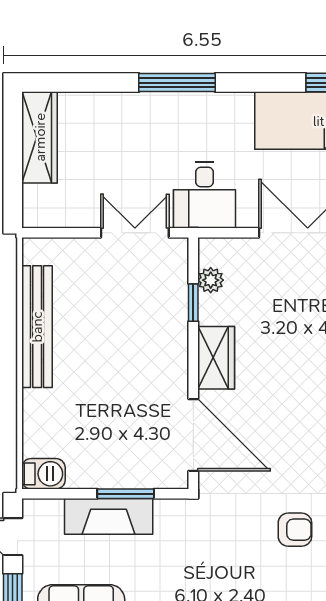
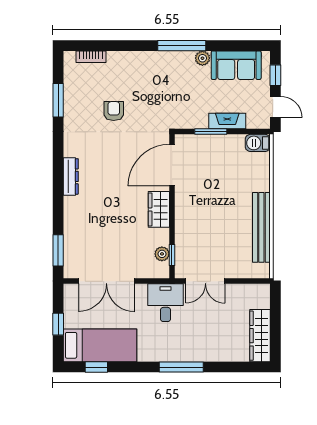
window: (193, 303) -> (172, 255), moved
door: (193, 435) -> (172, 165), hinge flipped
fireplace: (109, 516) -> (227, 121), width x0.73, depth x0.76
armchair: (295, 530) -> (114, 111), turned 90

